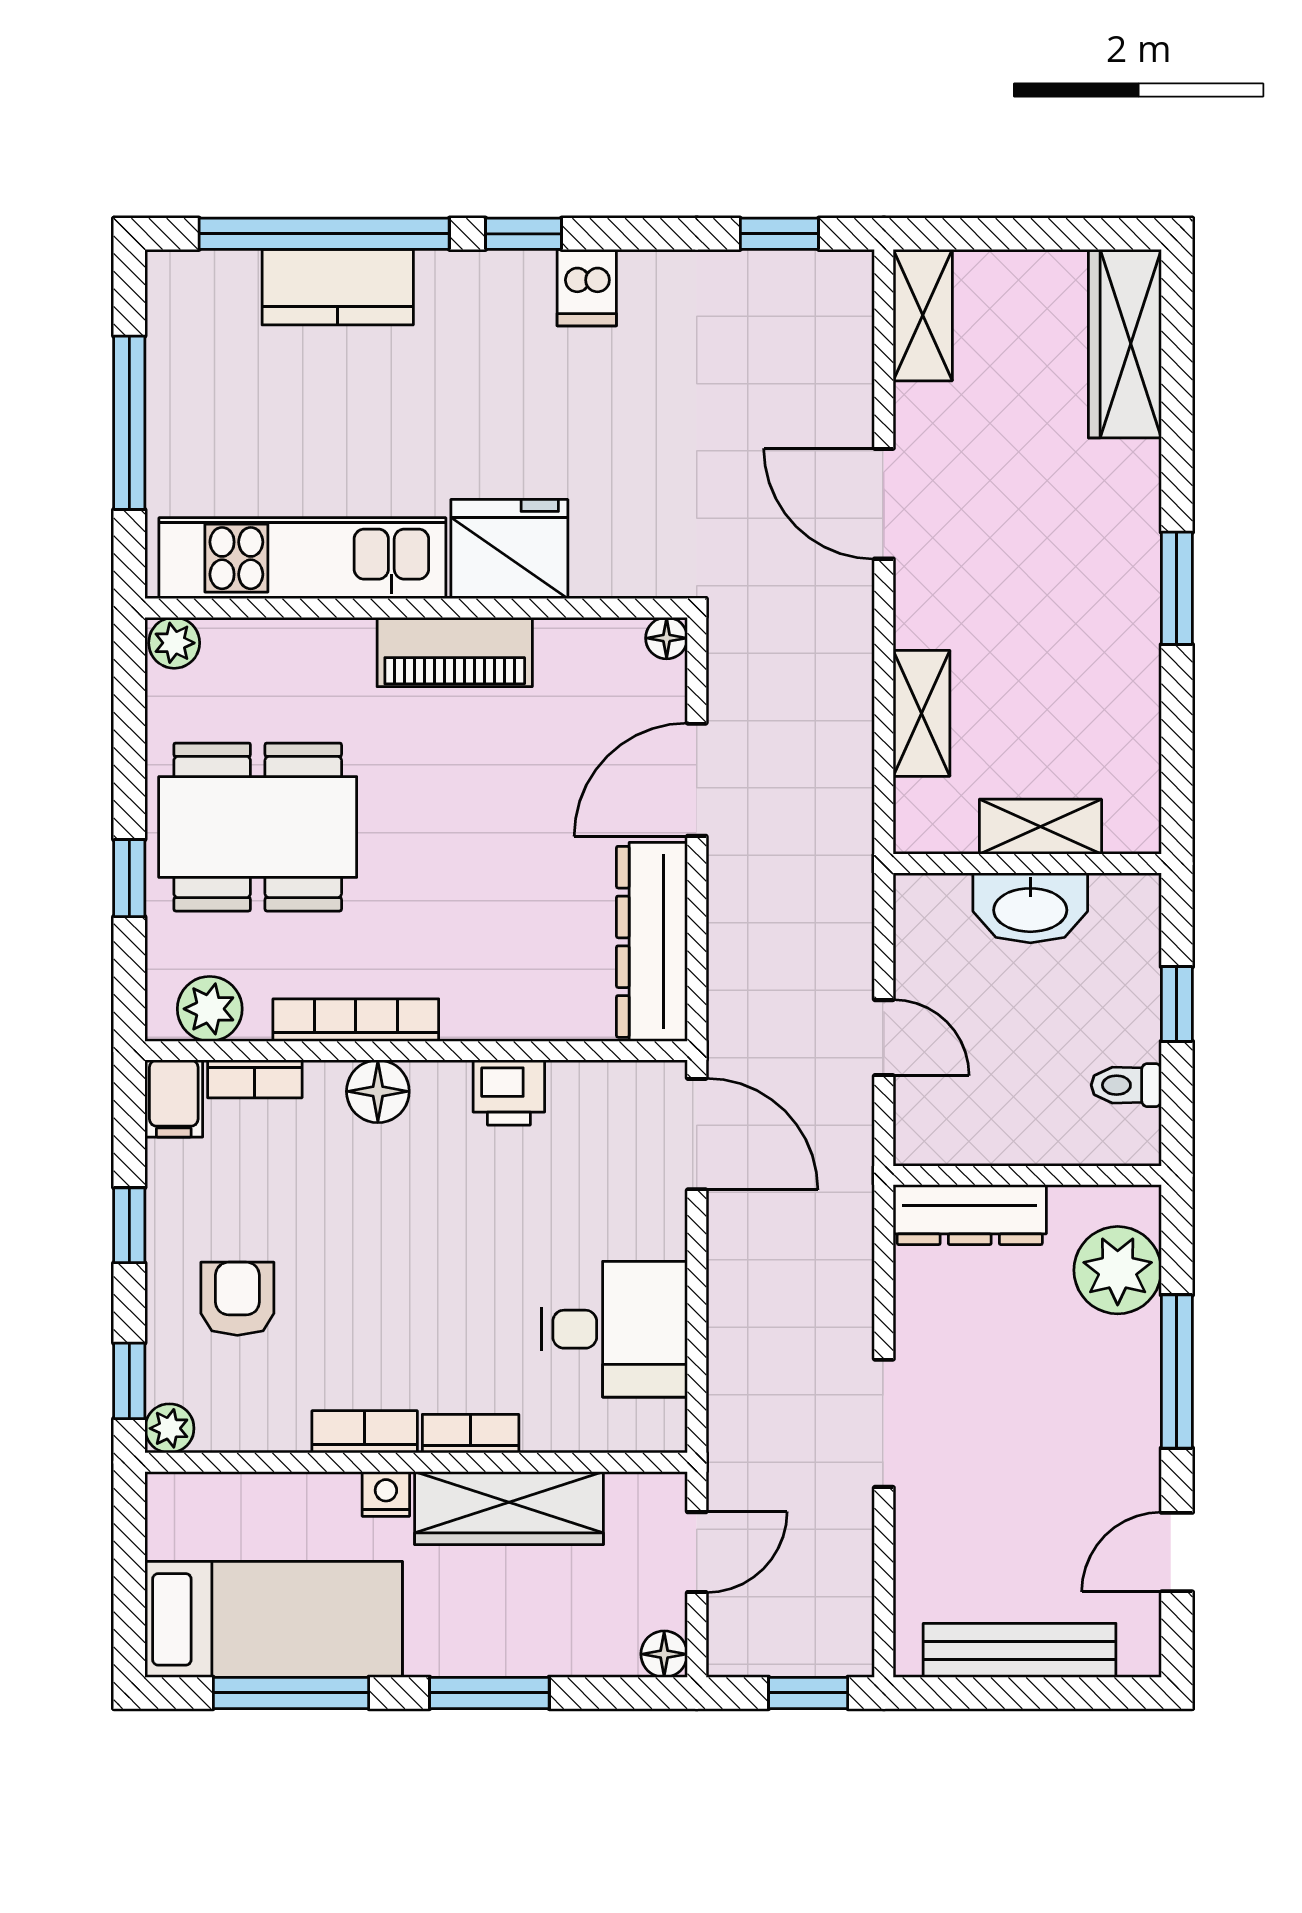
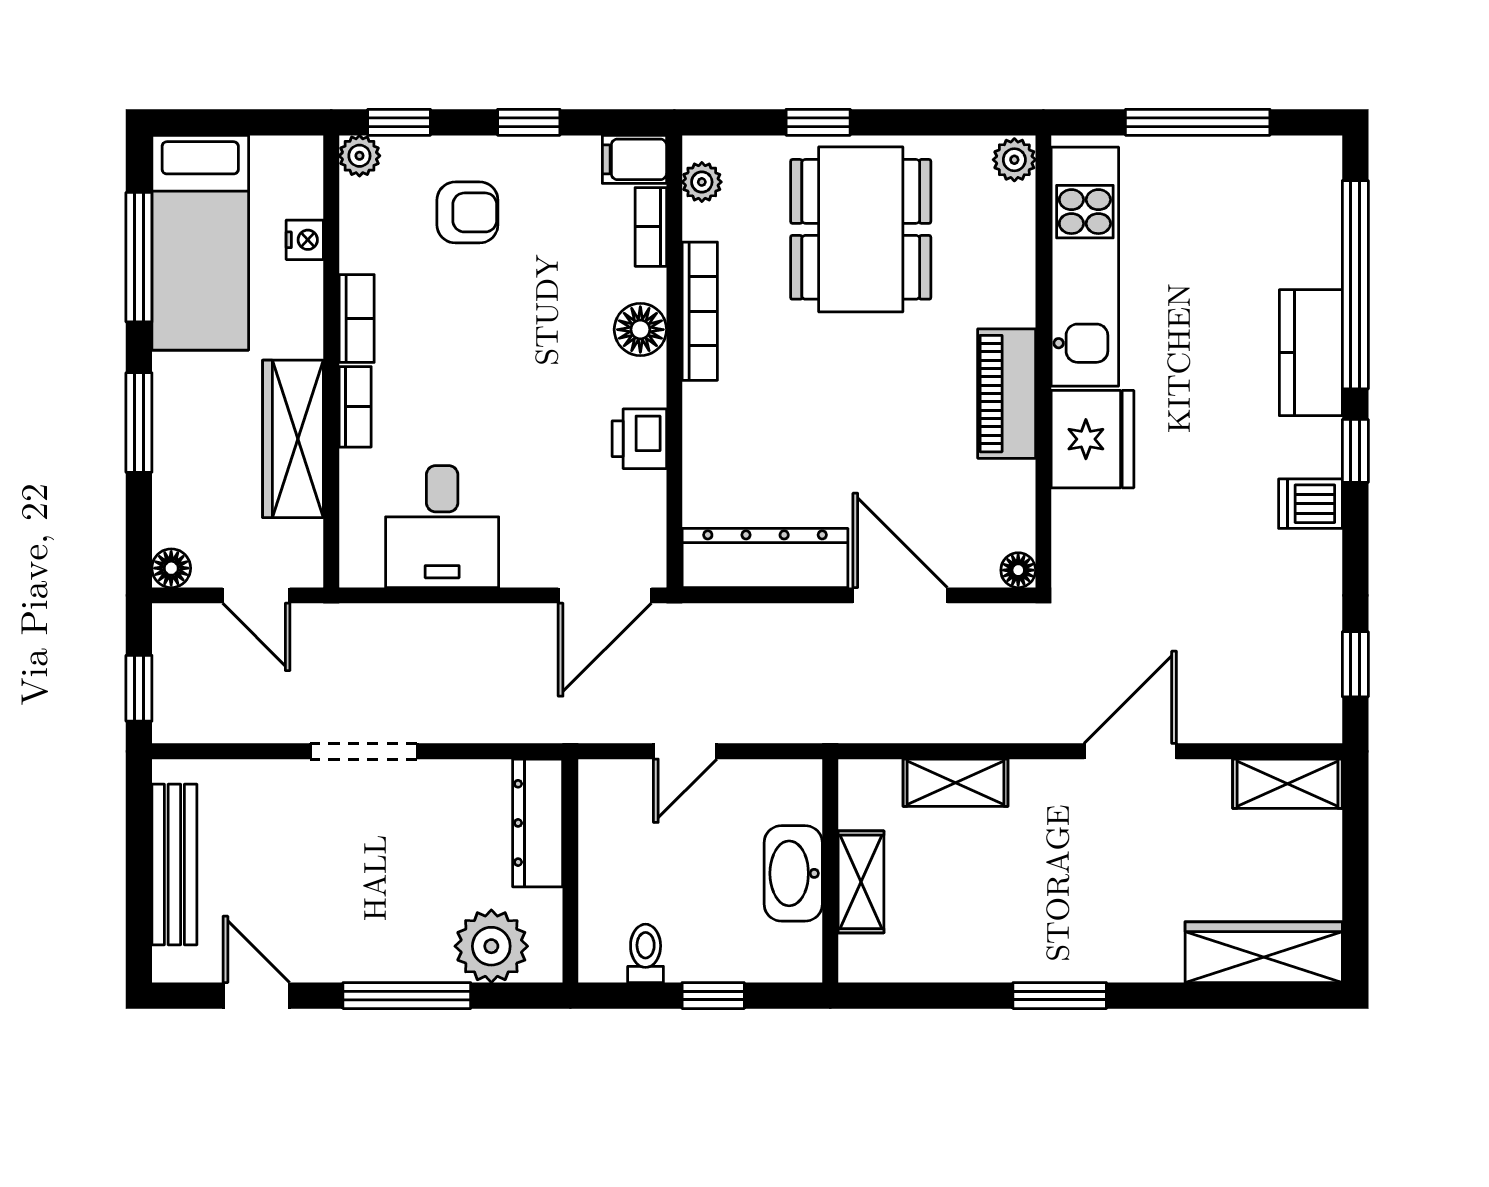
kitchen counter: (338, 287) -> (1311, 353), moved
plant: (210, 1009) -> (702, 182), width x0.73, depth x0.73
nightstand: (386, 1494) -> (305, 240), moved

